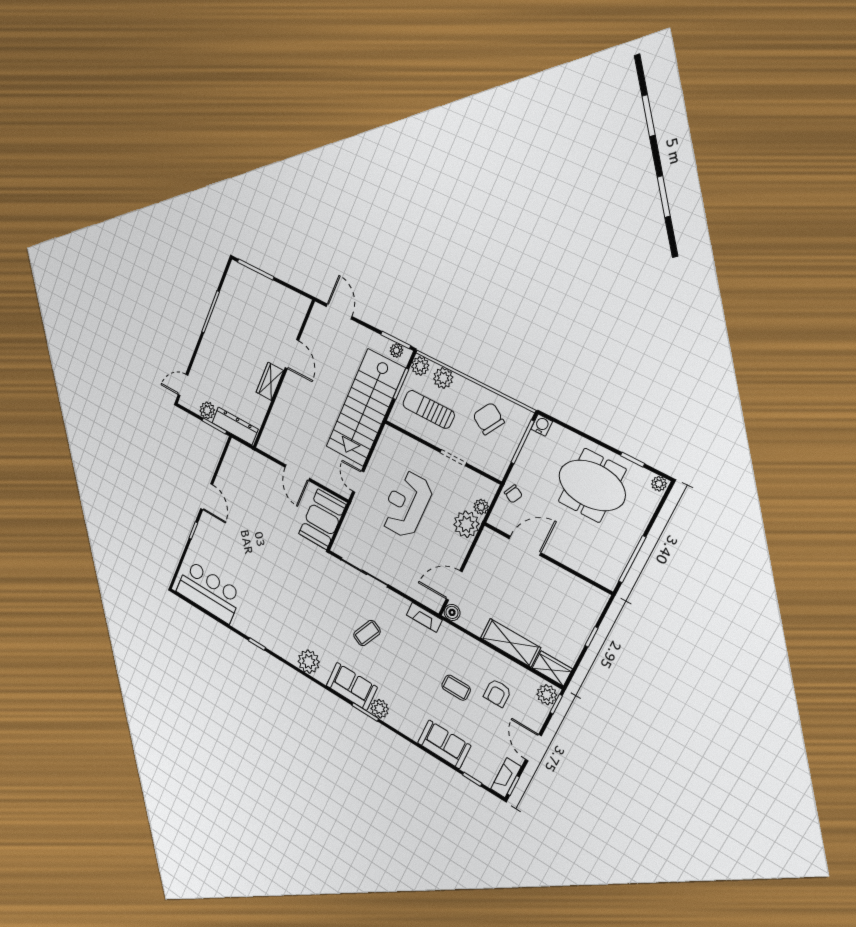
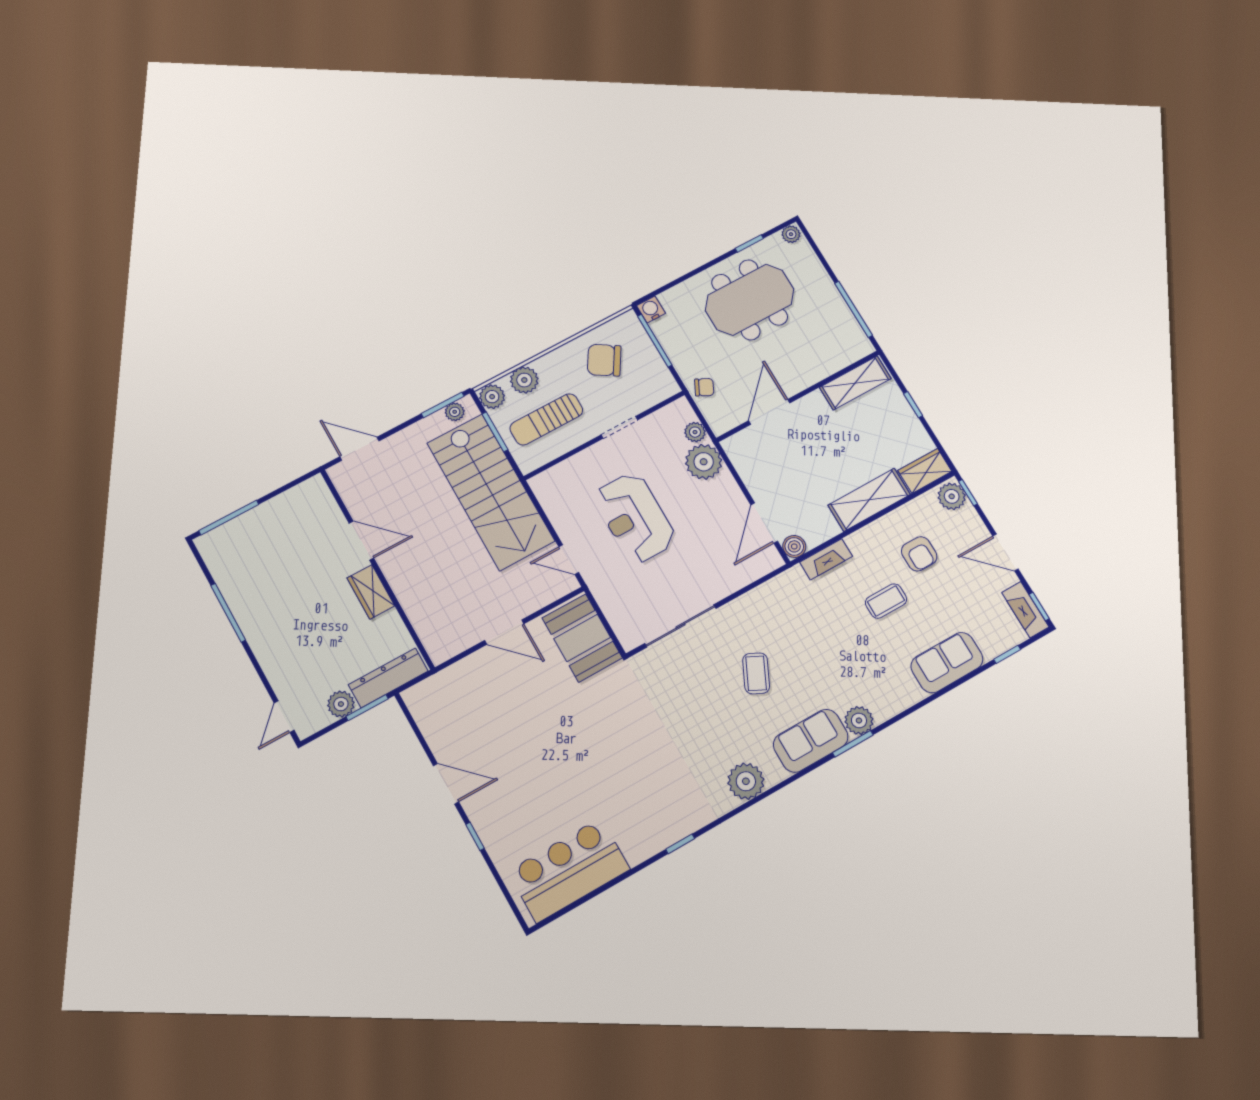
shelving: (581, 590) -> (855, 383), added
fireplace: (424, 617) -> (826, 559), moved

